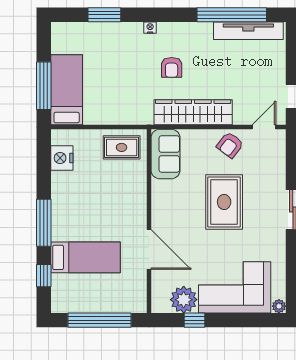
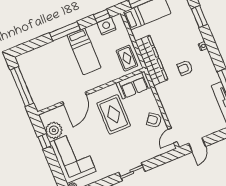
wardrobe: (193, 112) -> (152, 60), moved
door: (264, 127) -> (173, 136), swing flipped
rug: (224, 202) -> (114, 114), moved, turned 90
bed: (85, 257) -> (84, 51), moved
window: (44, 276) -> (102, 16), moved

